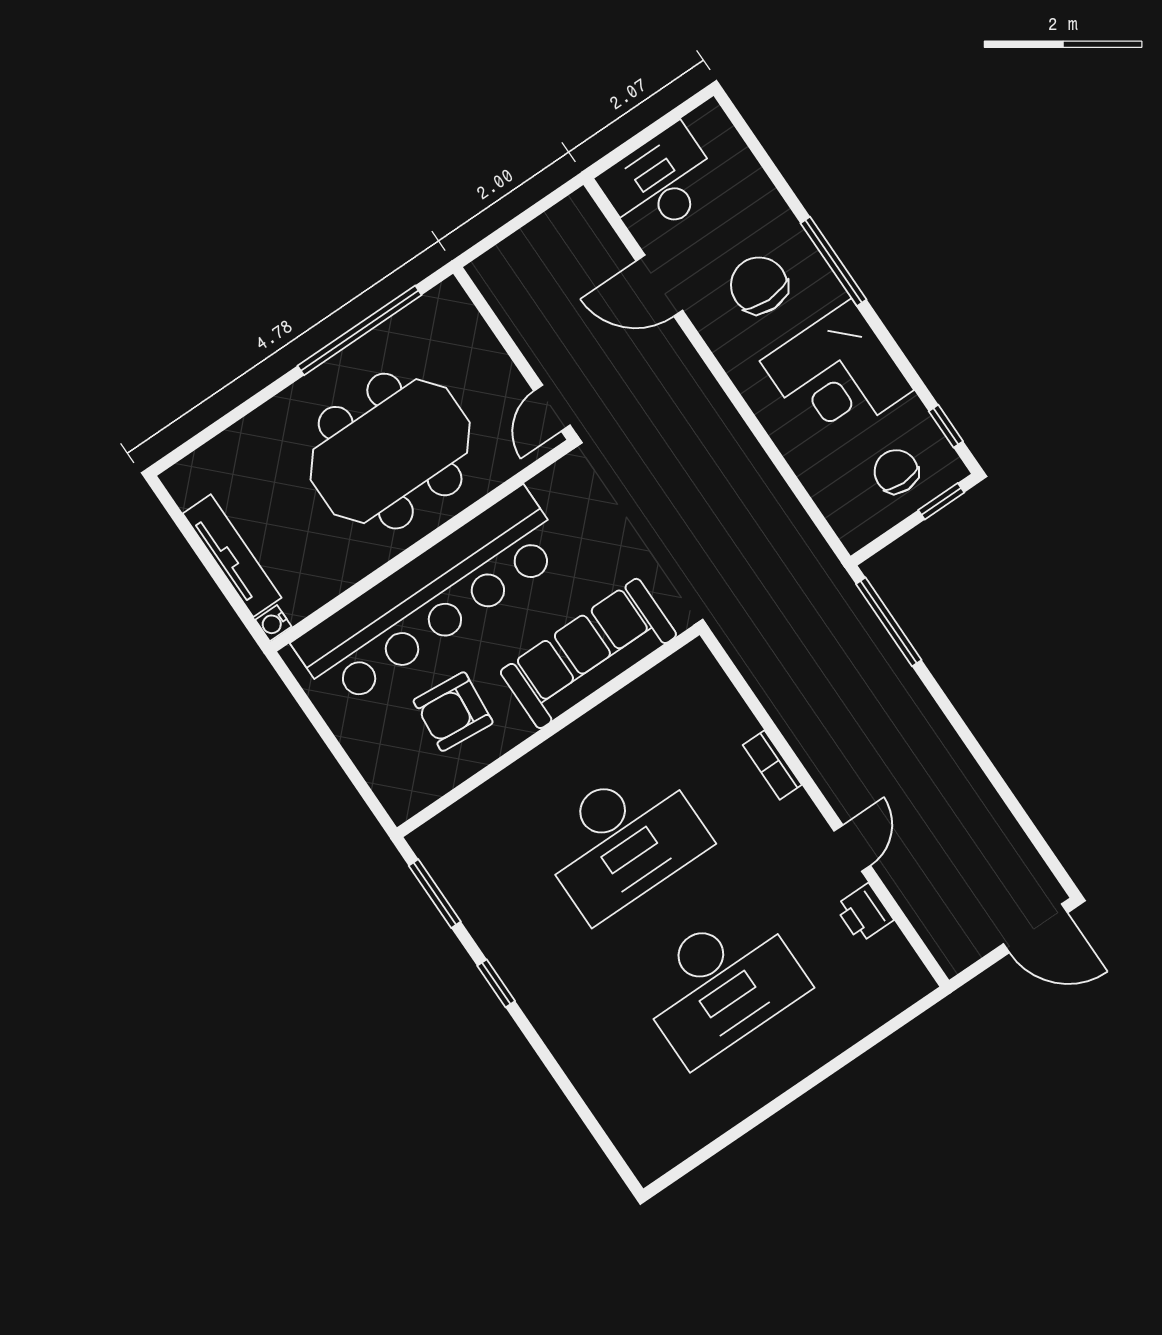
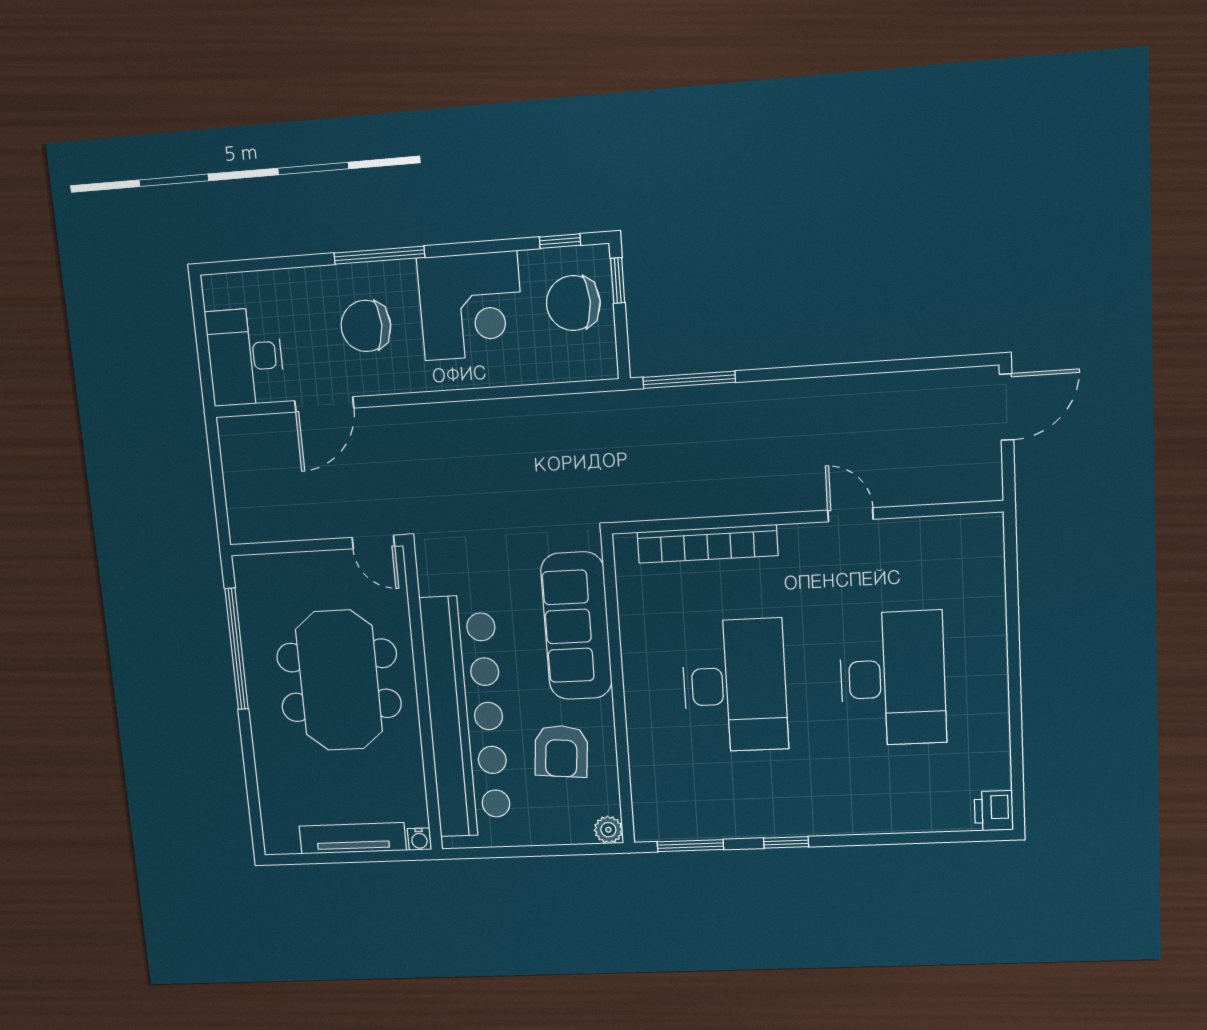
chair: (896, 472) -> (573, 303), width x1.37, depth x1.37
bookcase: (772, 765) -> (707, 544), width x2.31, depth x1.31
plant: (401, 804) -> (608, 830), added
printer: (864, 913) -> (994, 811), moved, turned 90

